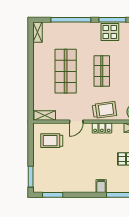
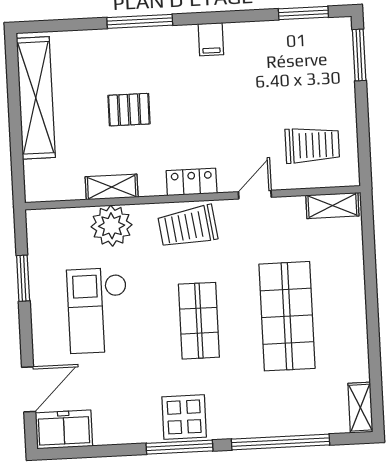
filing cabinet: (101, 186) -> (211, 39), moved

